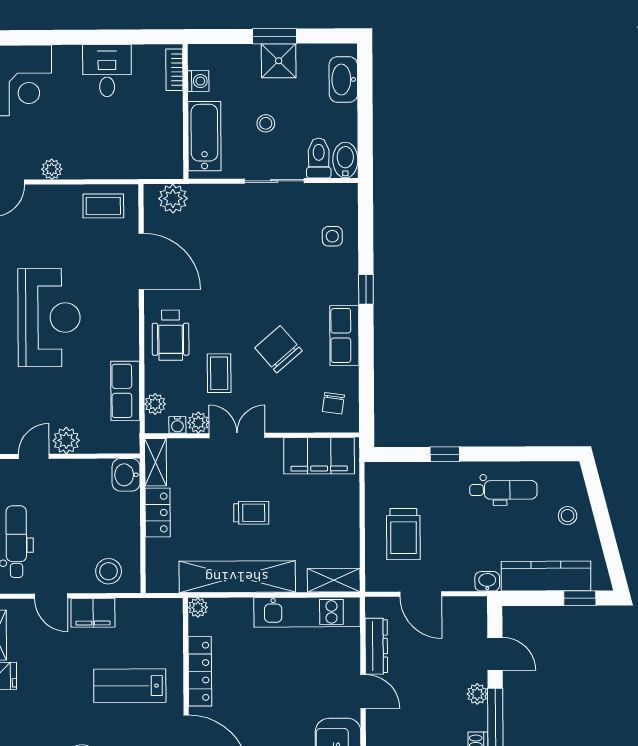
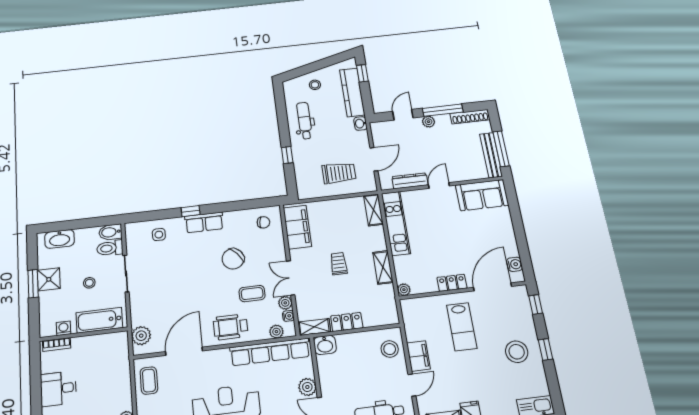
wheelchair: (171, 335) -> (231, 327), turned 180
row of seats: (344, 335) -> (204, 222), moved
row of seats: (125, 391) -> (270, 352), width x2.02
shelving: (237, 577) -> (383, 267), width x0.45, depth x0.75
locker: (200, 671) -> (452, 283), width x0.66

